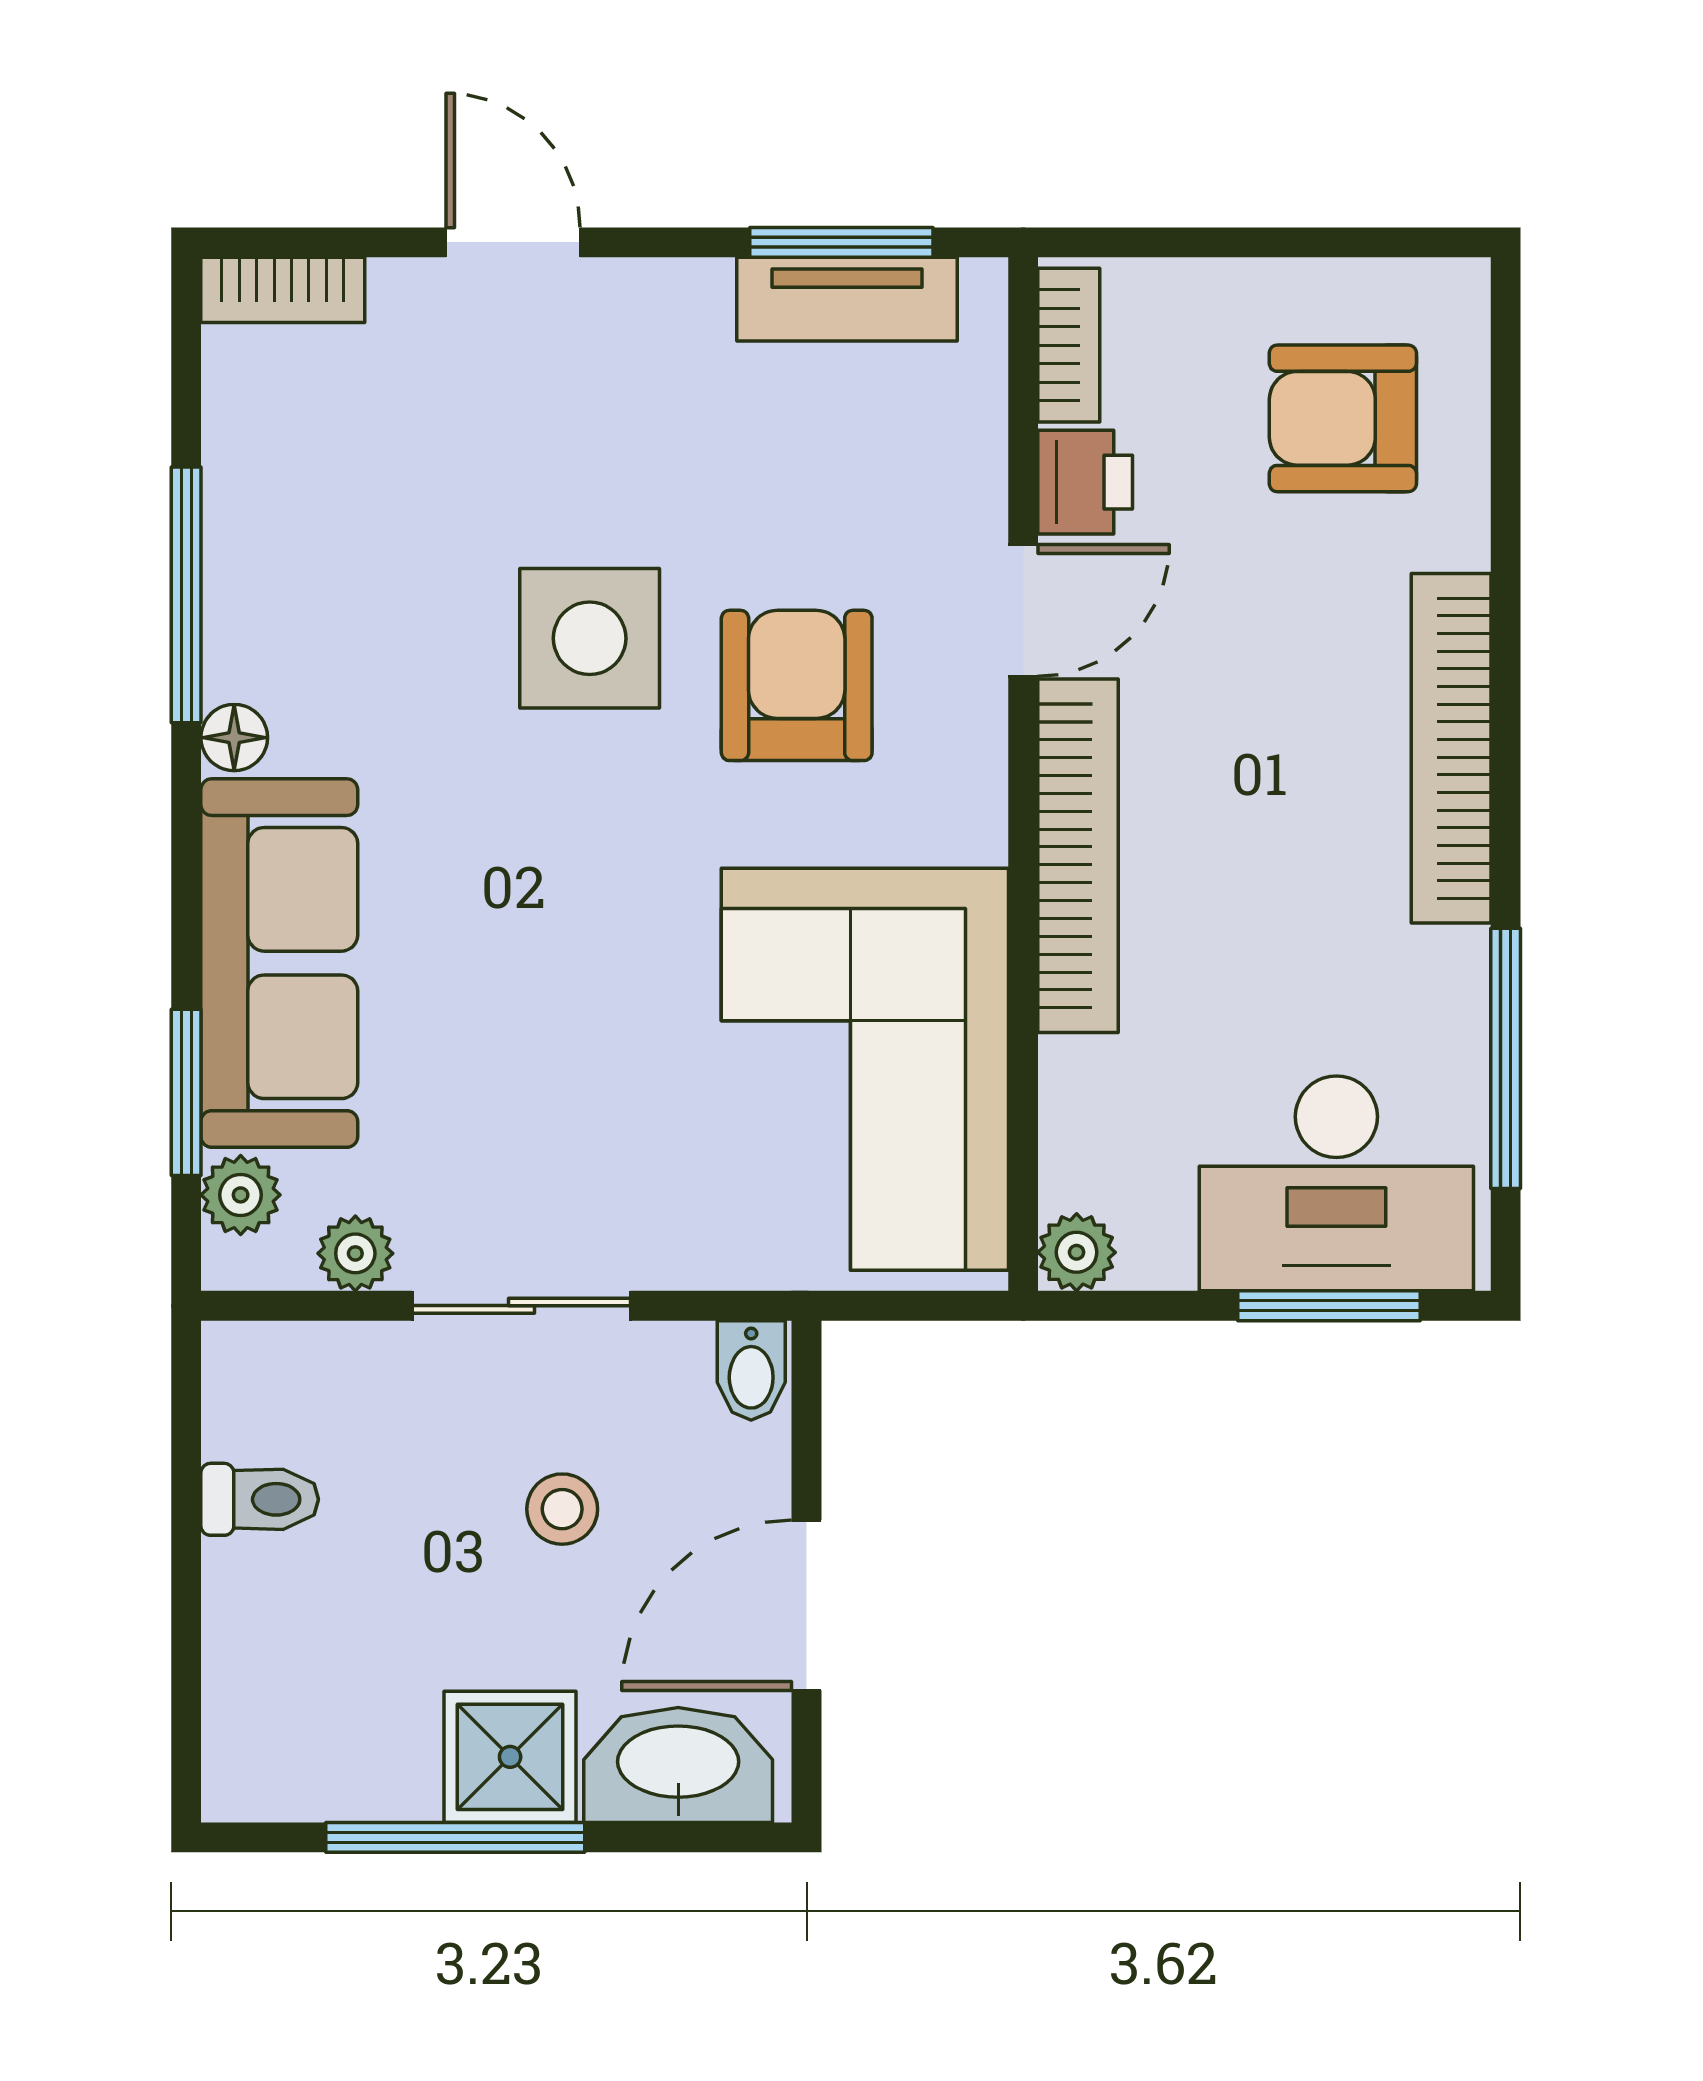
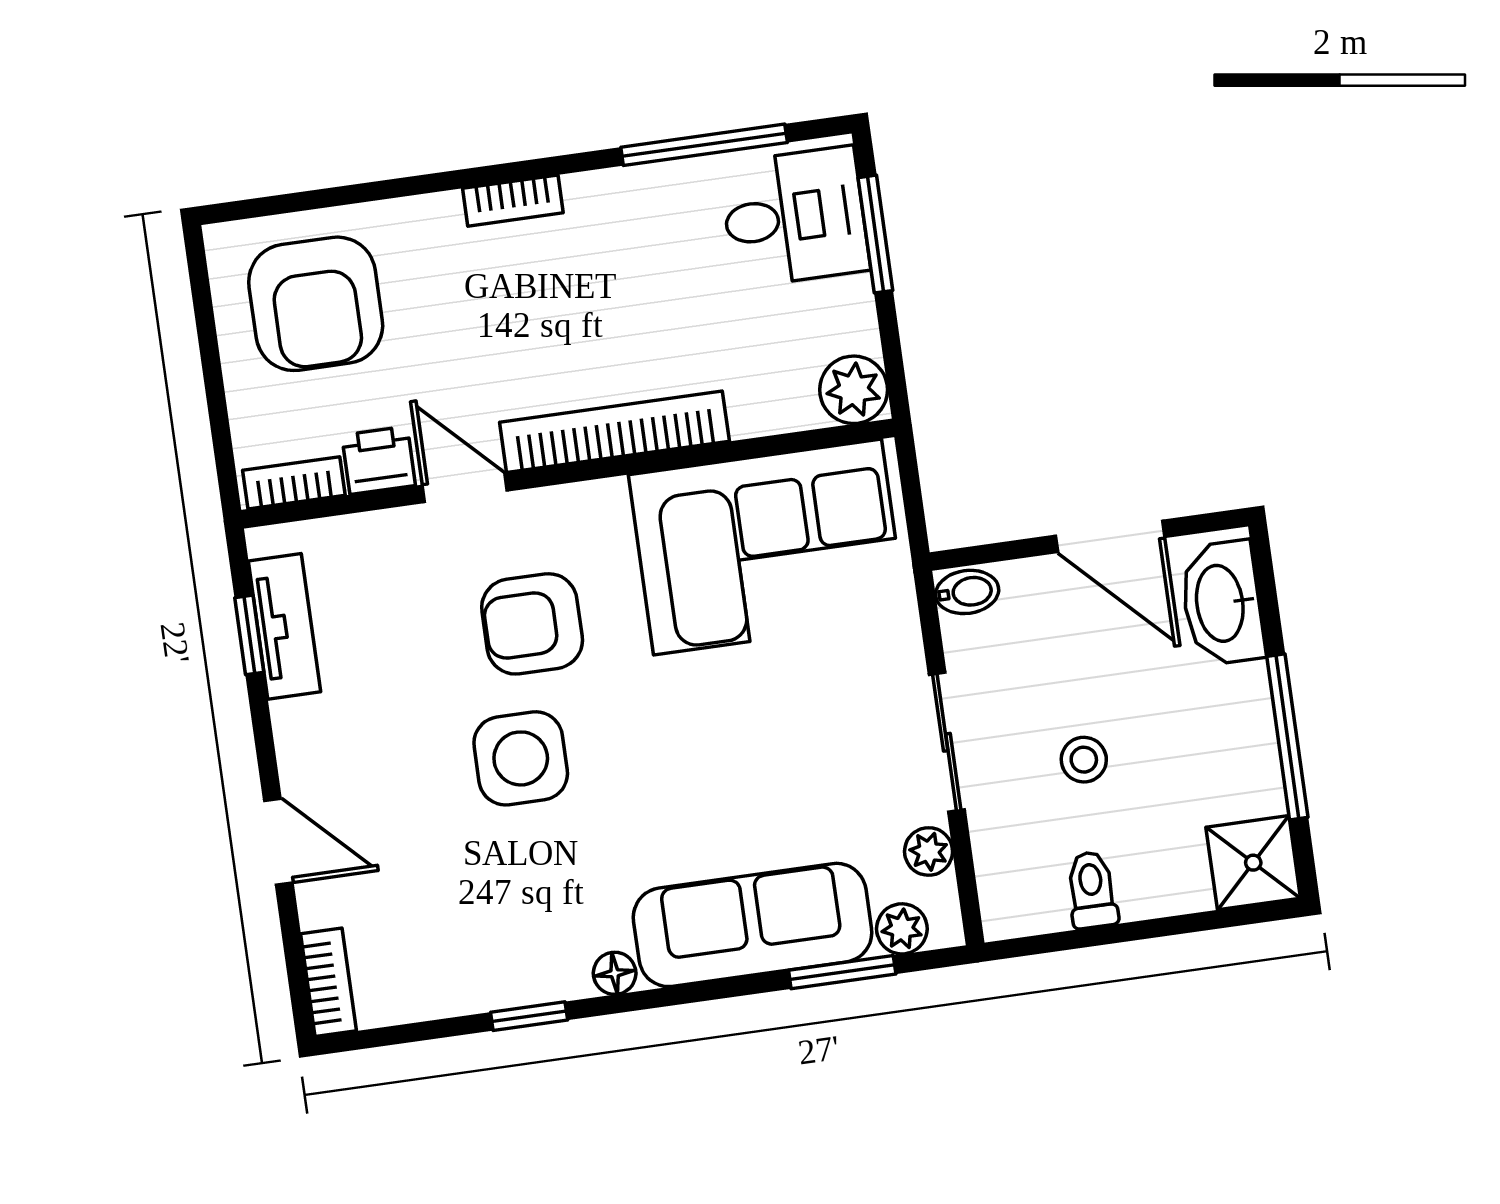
door: (513, 242) -> (278, 842), swing flipped
window: (841, 242) -> (249, 635), width x0.67
armchair: (1343, 418) -> (316, 304), width x1.36, depth x1.36
window: (186, 595) -> (529, 1016), width x0.46
bookcase: (1451, 748) -> (513, 201), width x0.43, depth x0.76
desk: (1336, 1183) -> (794, 217), width x0.73
plant: (1077, 1252) -> (854, 390), width x1.38, depth x1.38
stool: (562, 1509) -> (1084, 760), moved
shower: (510, 1757) -> (1253, 863), moved

